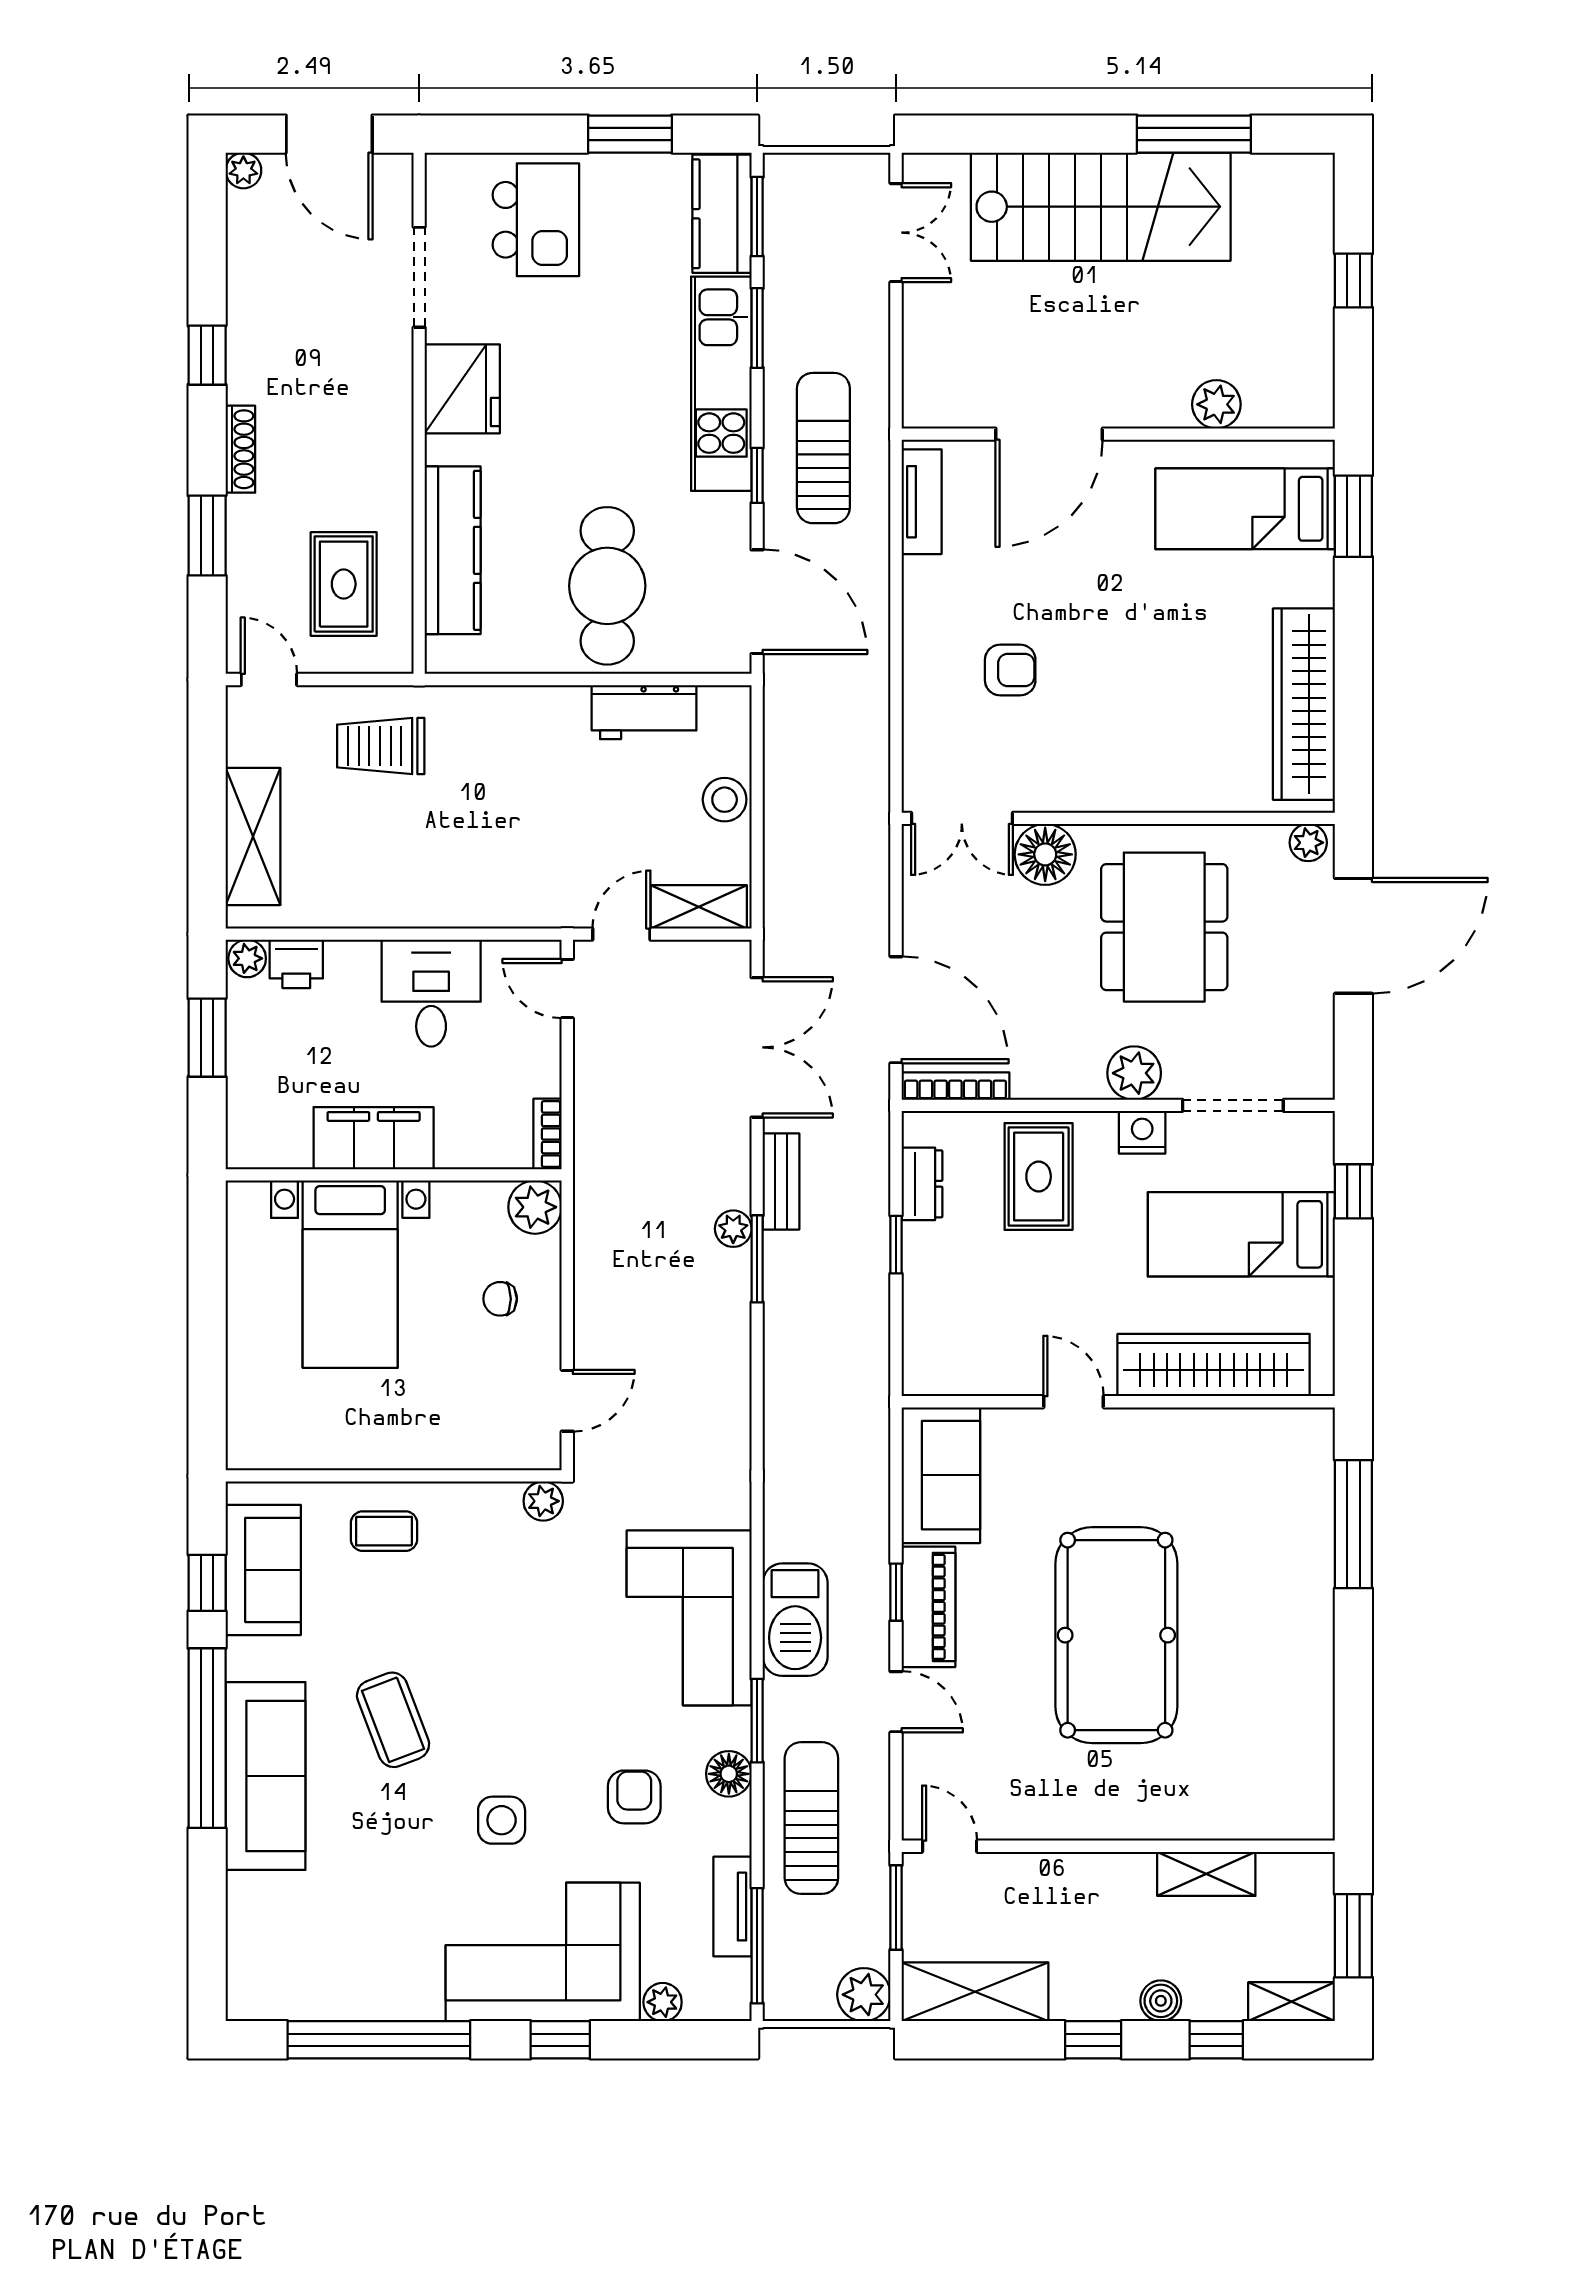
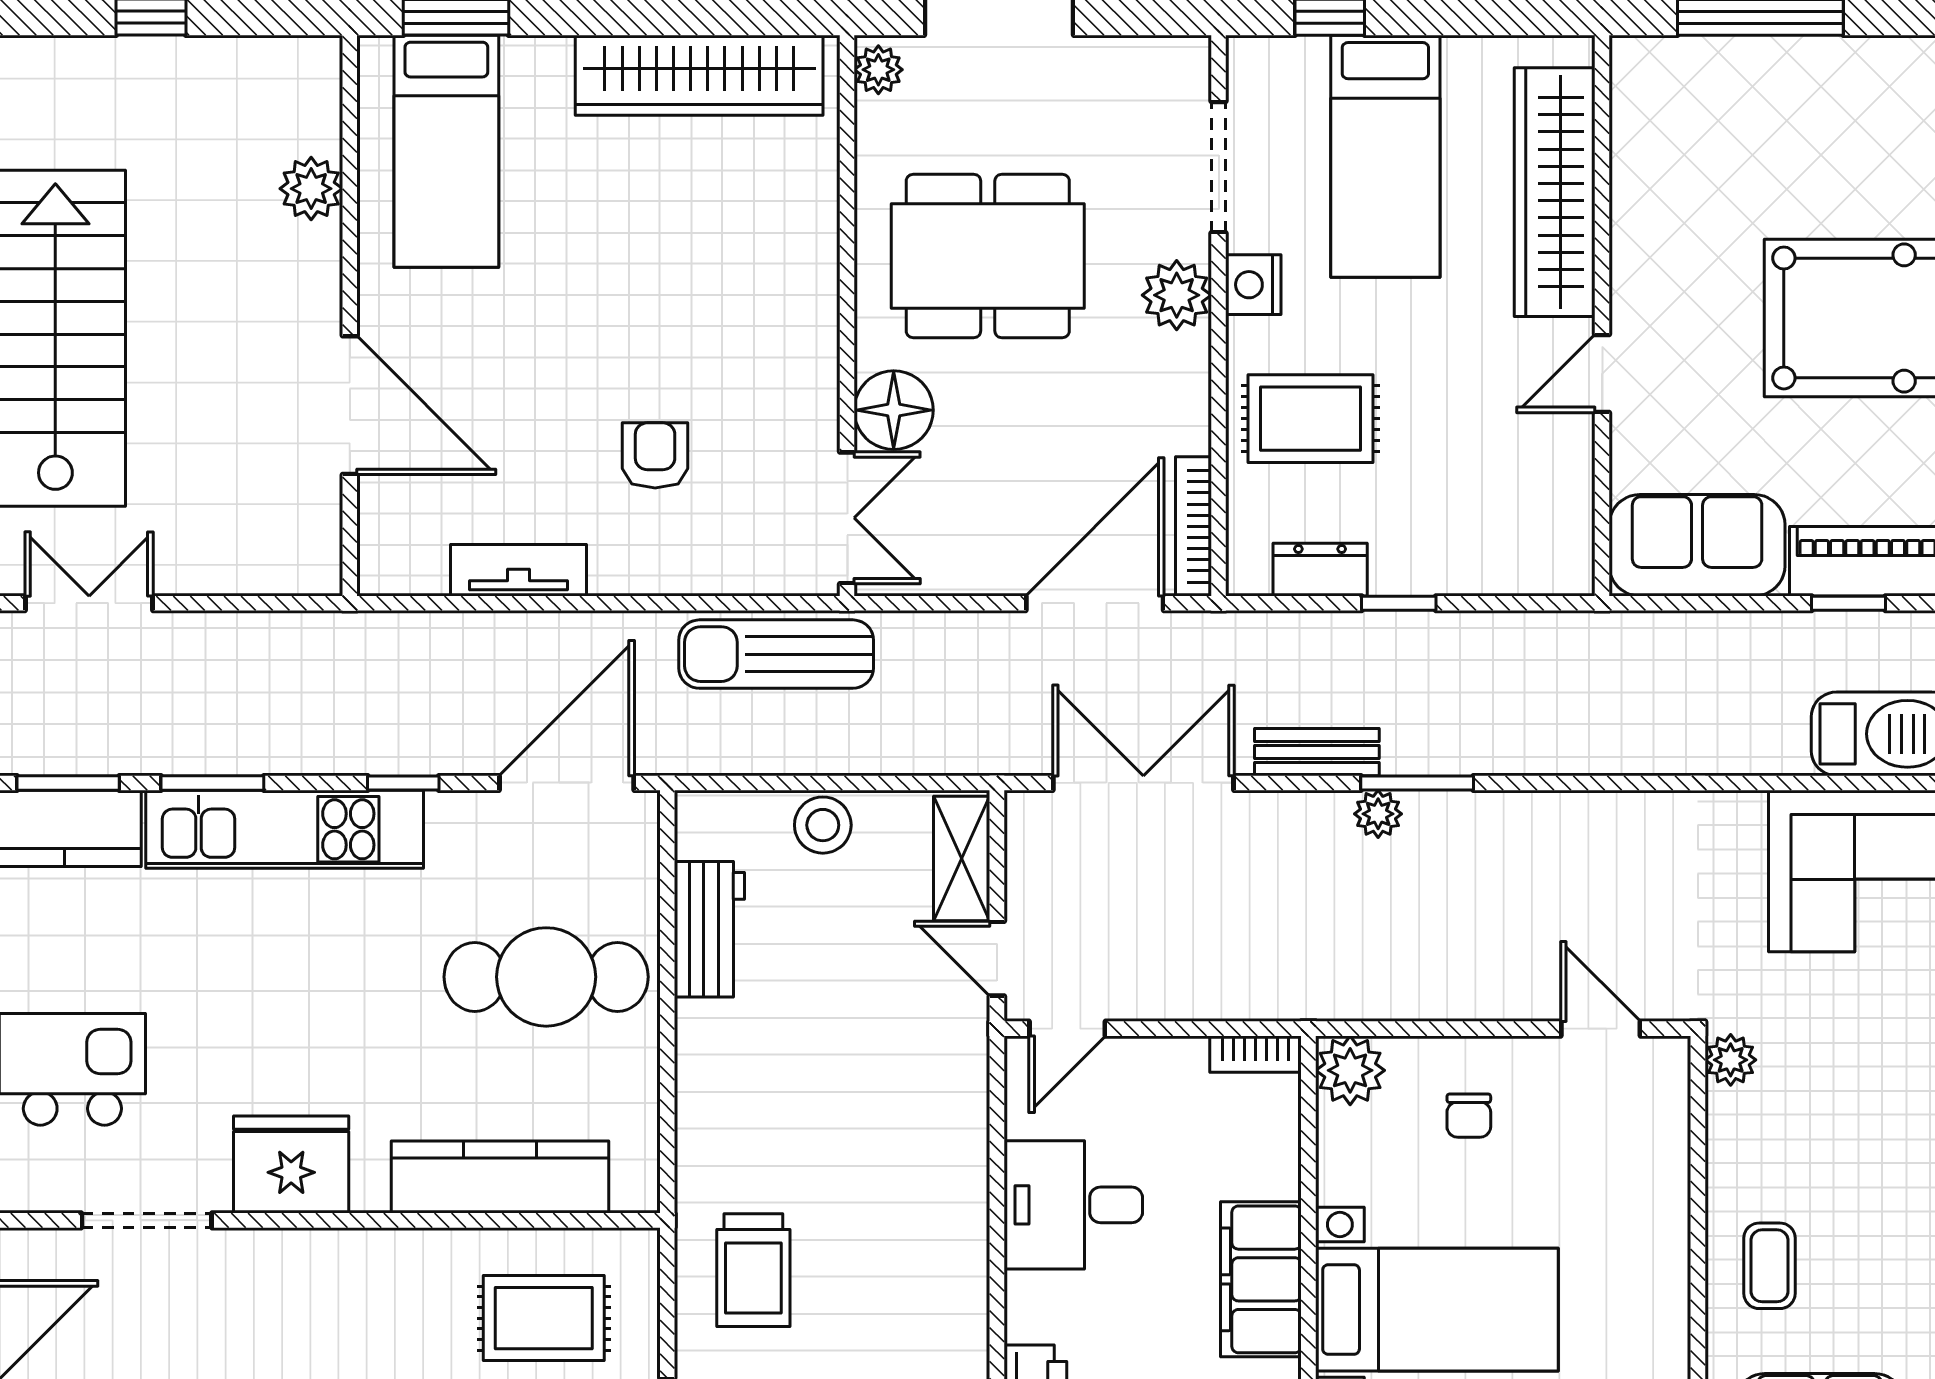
sun lounger: (823, 448) -> (776, 654), moved
tv unit: (922, 502) -> (519, 570), moved

